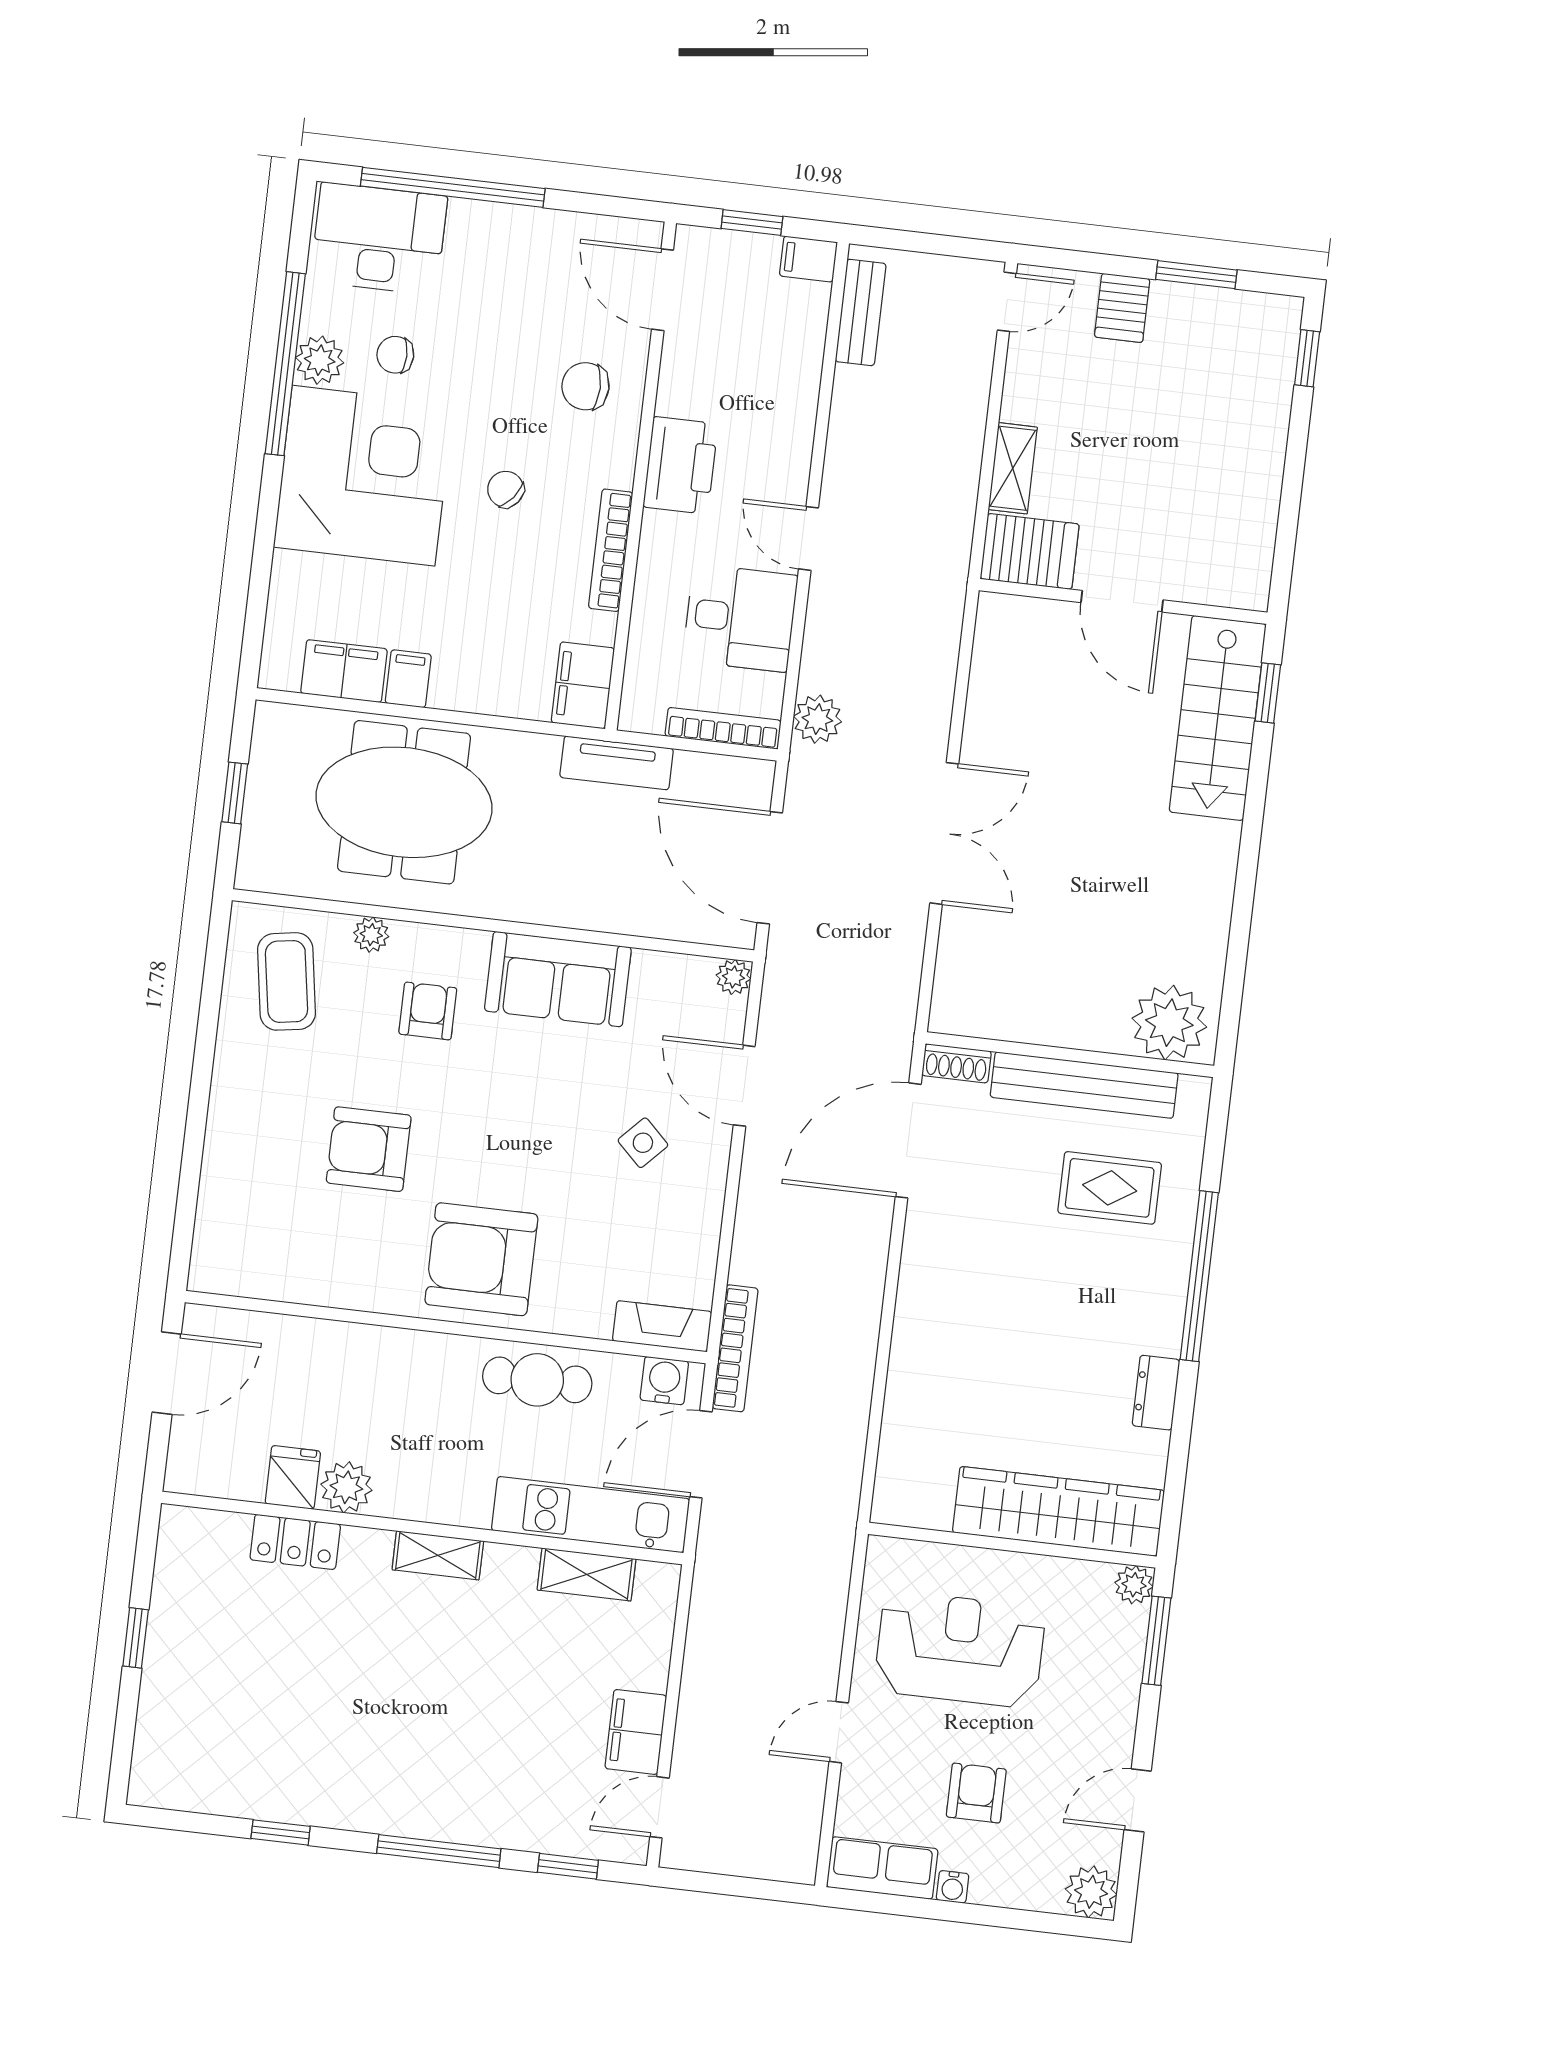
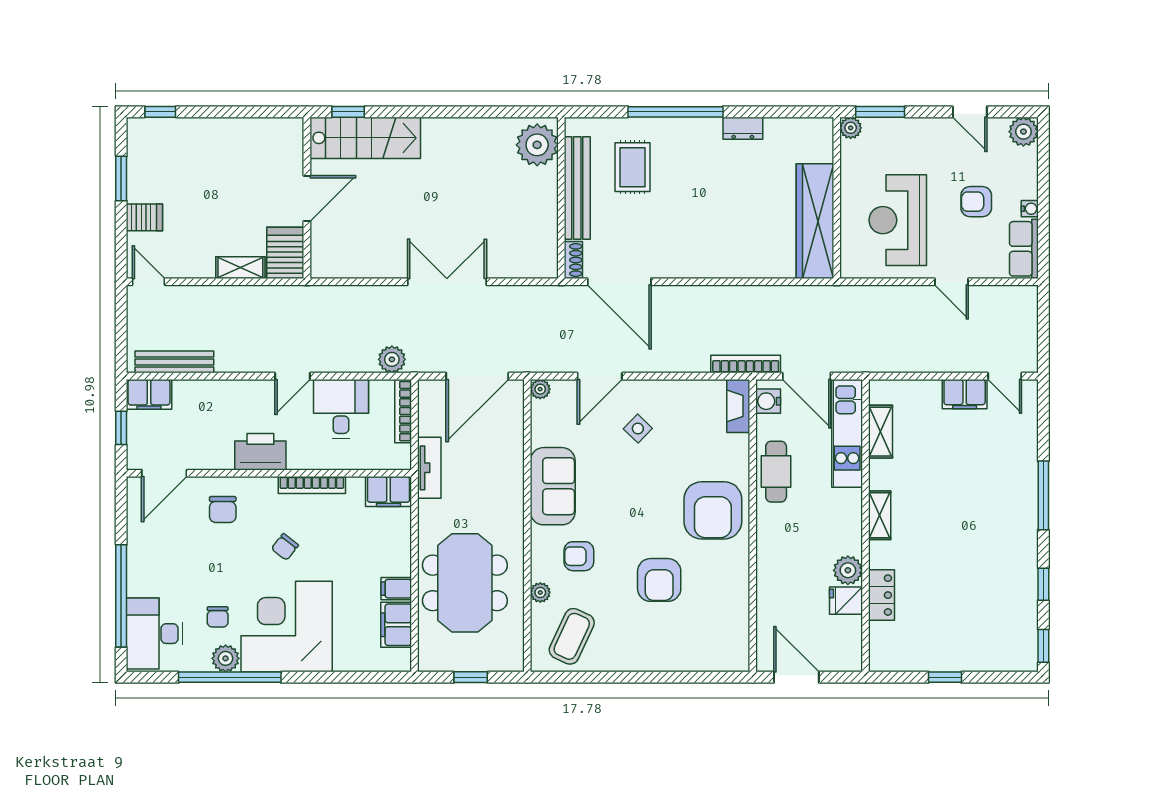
filing cabinet: (808, 259) -> (149, 394), width x2.00
bench: (861, 312) -> (174, 362), width x1.36
coffee table: (287, 981) -> (572, 636), turned -56
wardrobe: (1058, 1511) -> (815, 221), moved
window: (568, 1866) -> (1043, 646), moved

